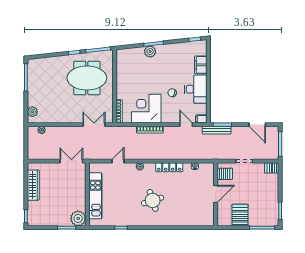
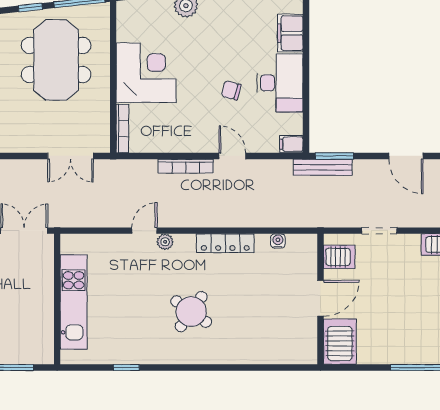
meeting table: (87, 78) -> (56, 60), turned 90
corner desk: (146, 109) -> (146, 73), moved, turned 90
double door: (94, 125) -> (71, 156), swing flipped
door: (186, 125) -> (232, 156), moved
door: (118, 161) -> (144, 231), moved
round table: (153, 200) -> (191, 312), turned -37
server rack: (240, 215) -> (340, 342), moved
plant: (78, 218) -> (38, 349), removed

